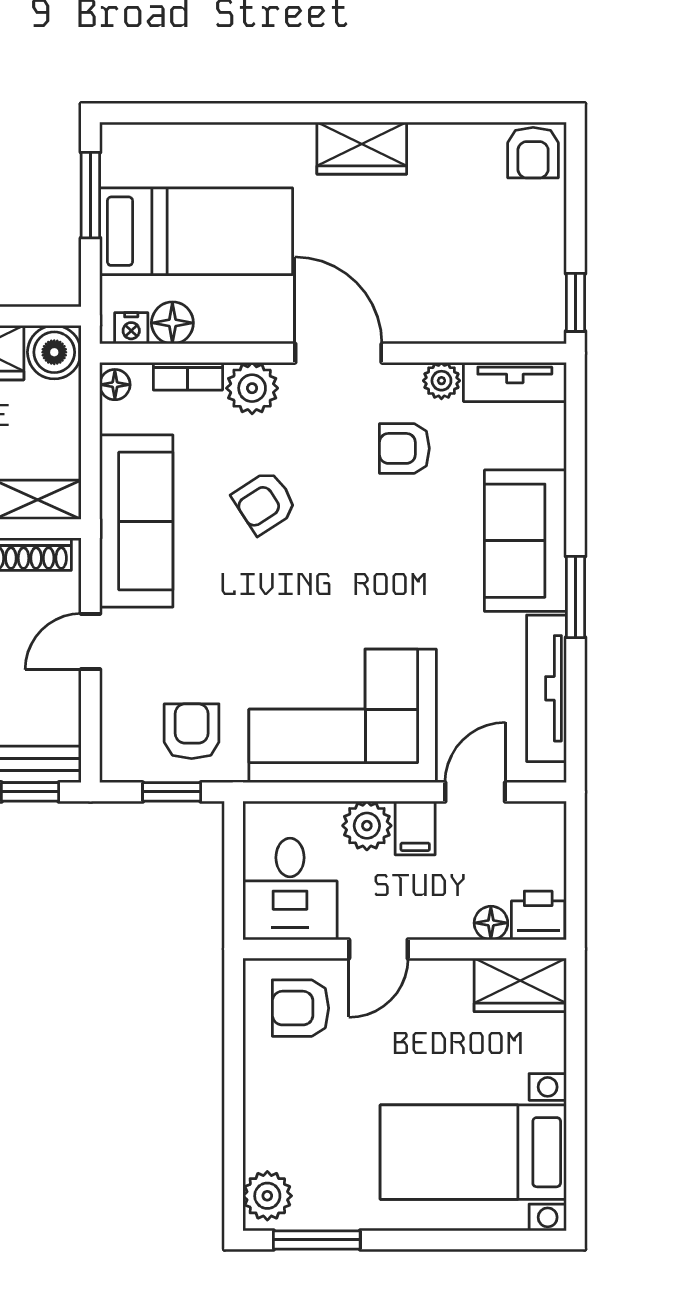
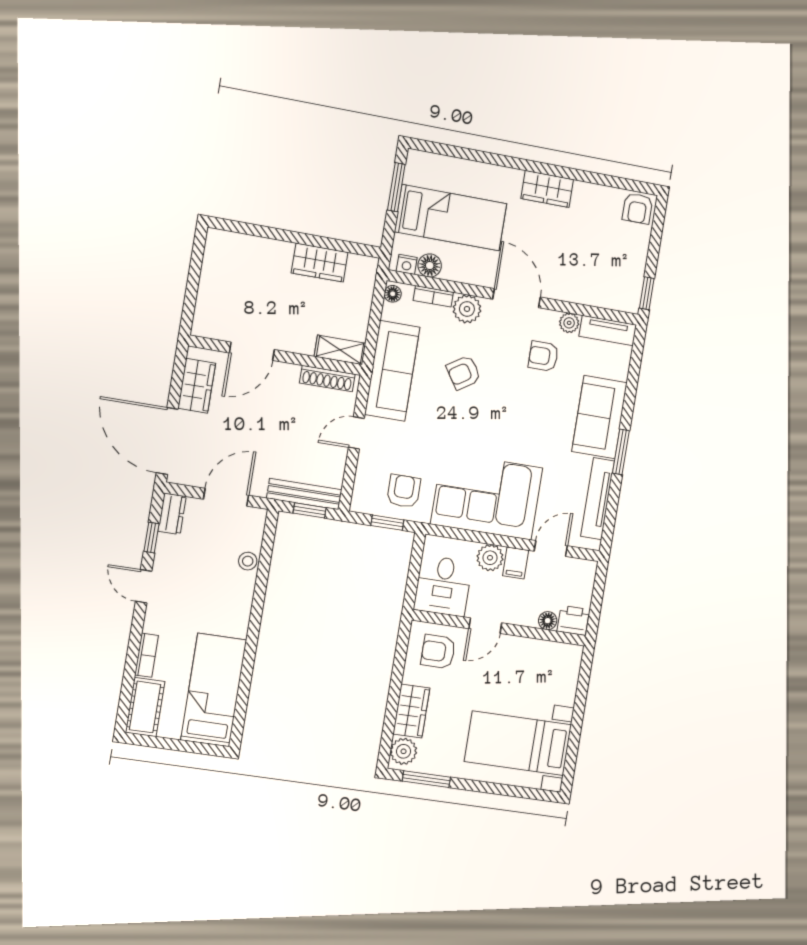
boiler: (54, 352) -> (362, 270), removed
wardrobe: (520, 985) -> (411, 711), moved, turned -90

